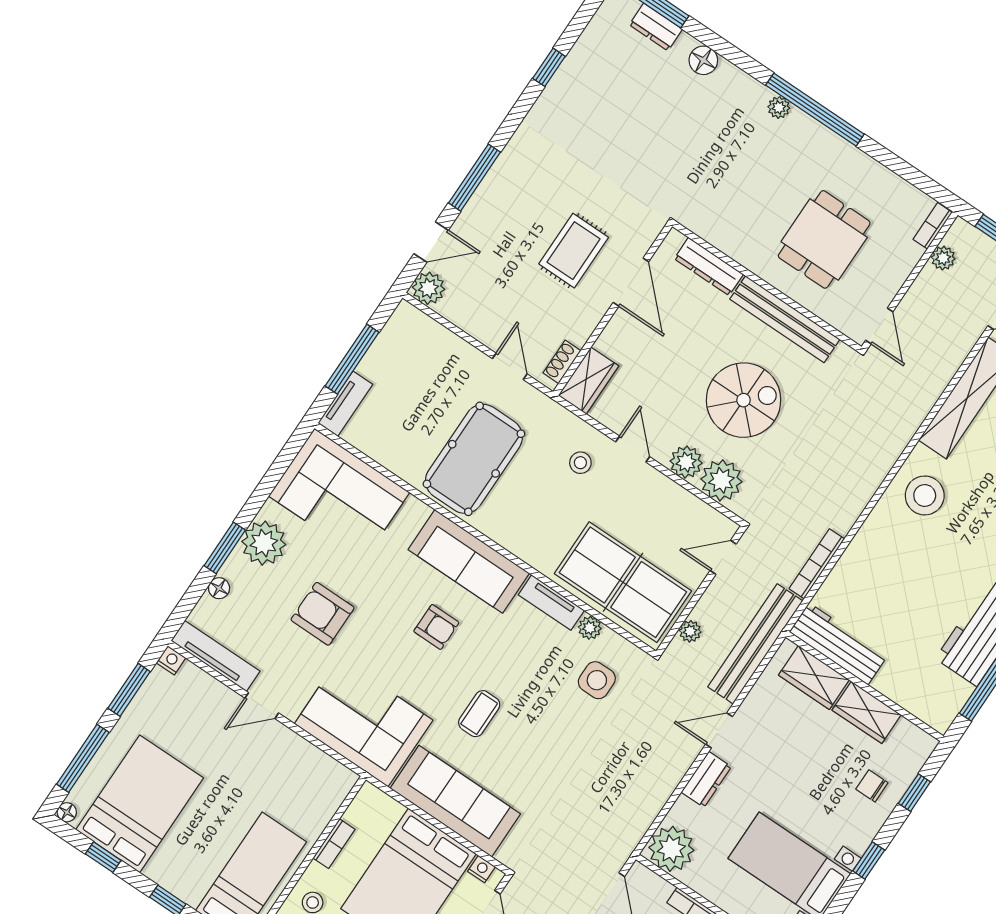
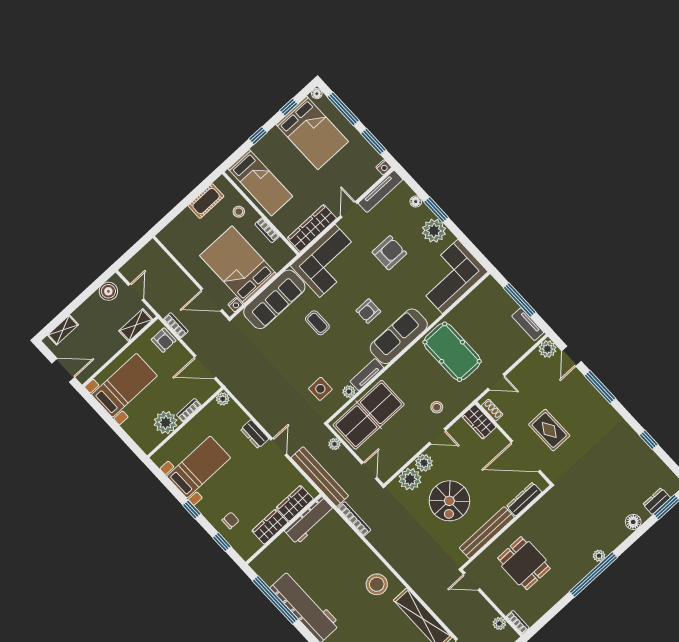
door: (631, 282) -> (526, 456), width x1.36
tv unit: (345, 404) -> (528, 324), moved
wardrobe: (311, 764) -> (312, 228), added
plant: (671, 849) -> (223, 399), width x0.53, depth x0.53

